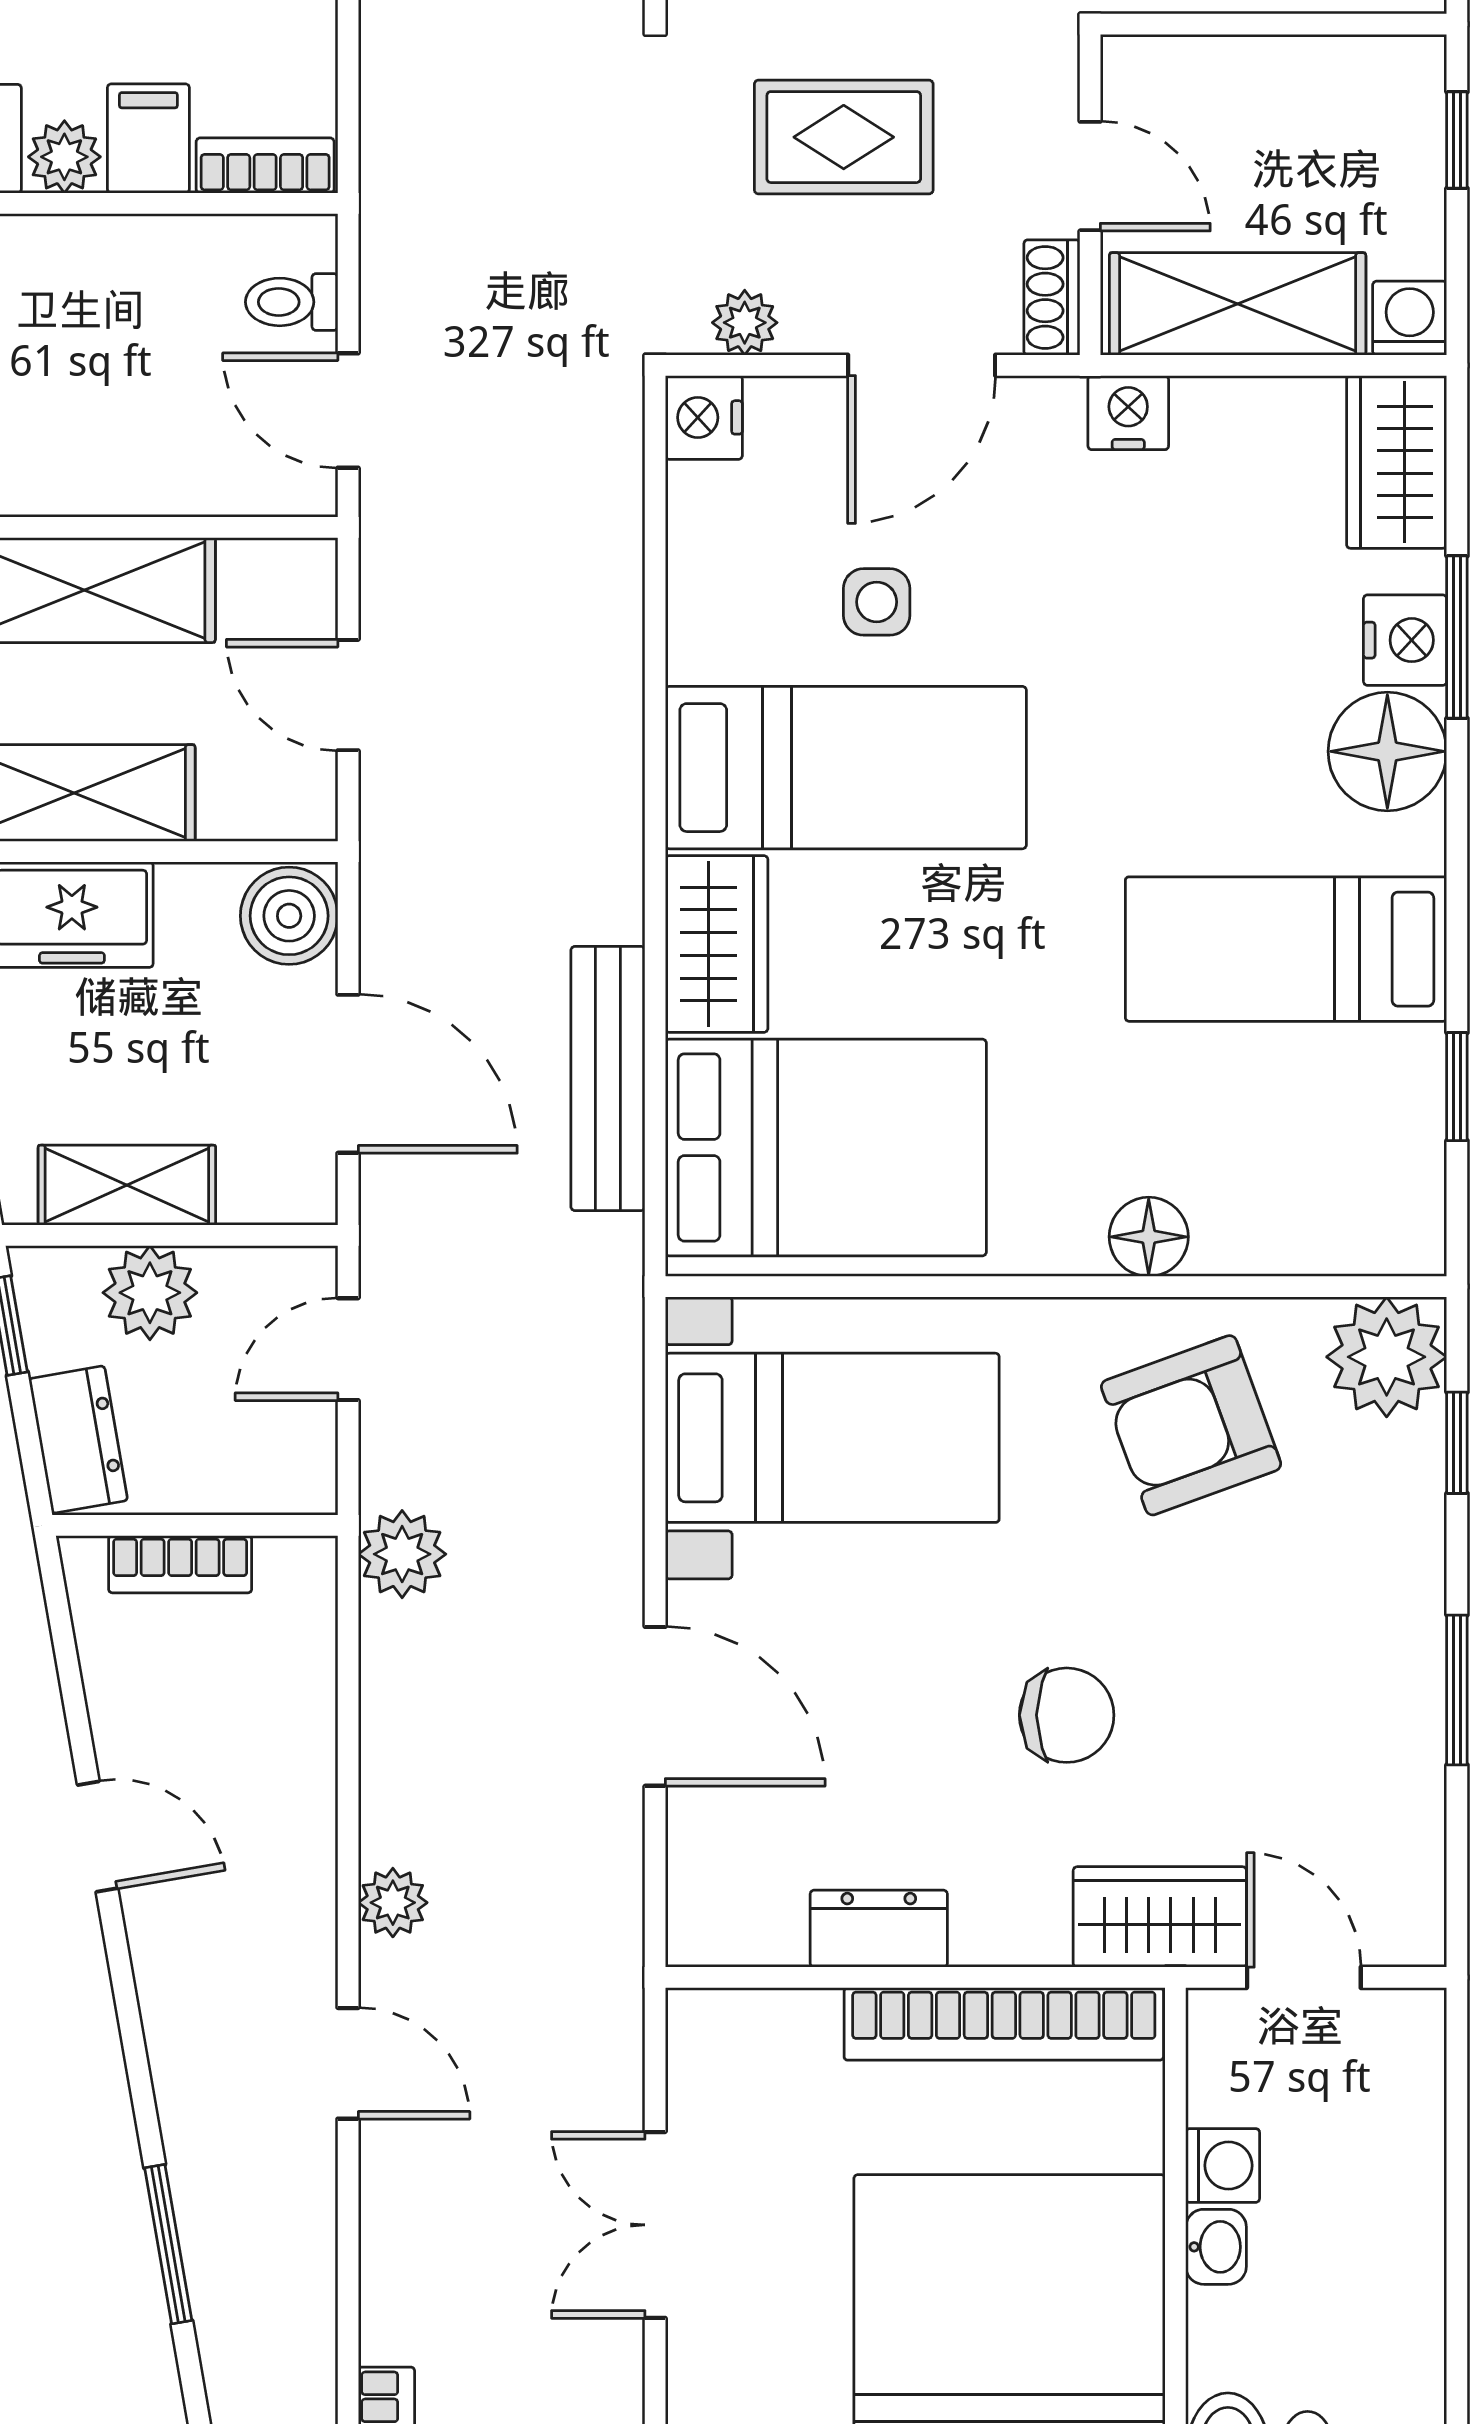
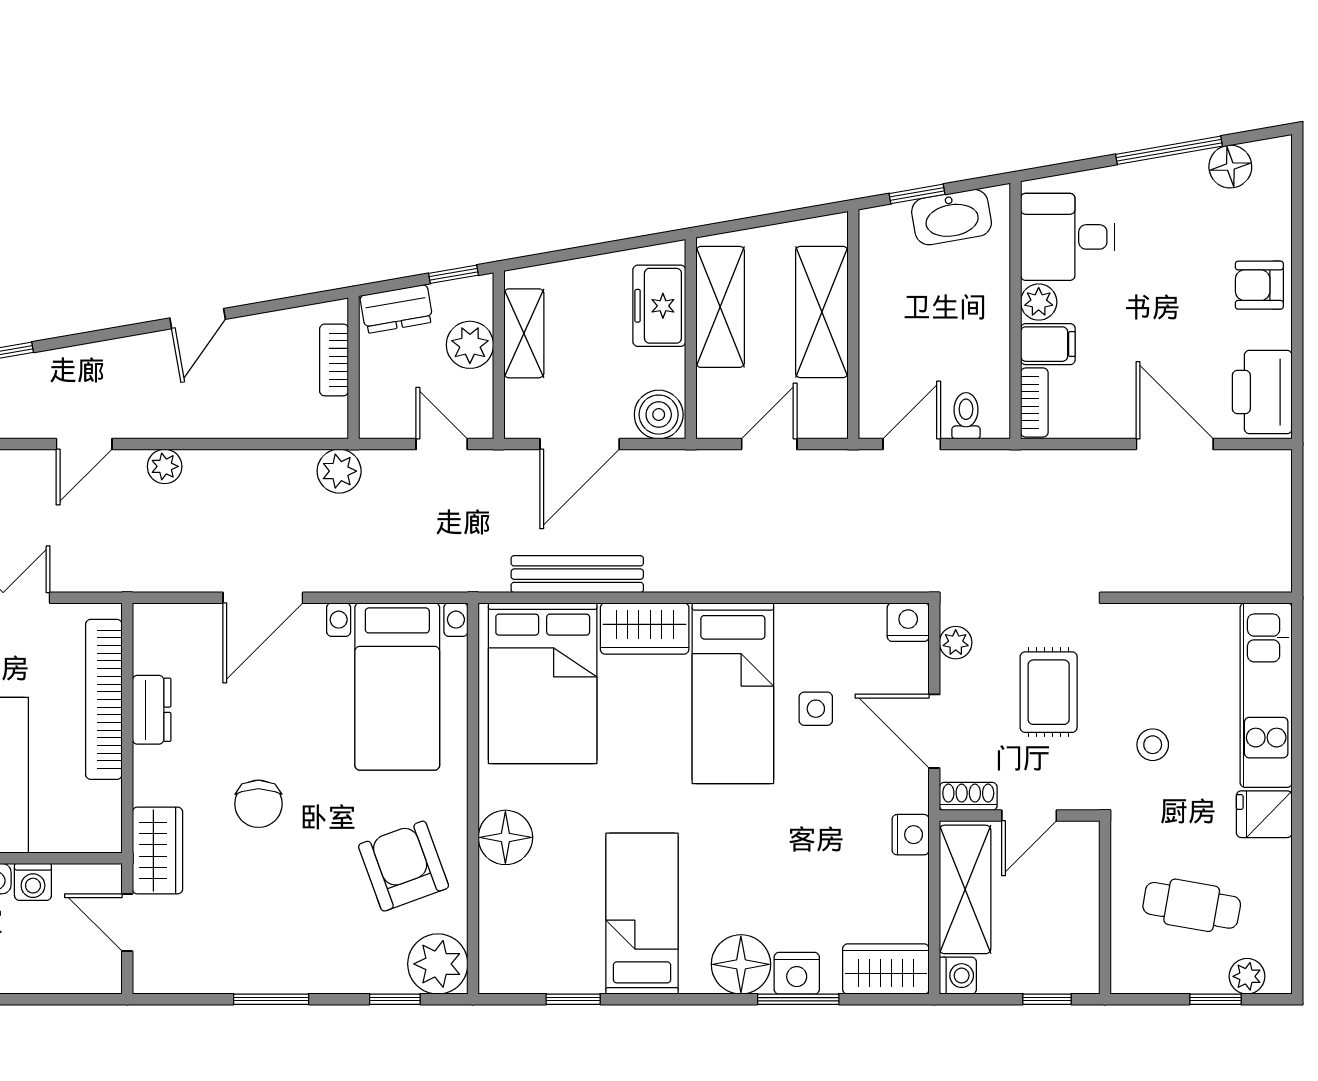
floor lamp: (1149, 1237) -> (505, 837), width x1.38, depth x1.38
door: (1304, 1977) -> (127, 923), swing flipped
bookcase: (1004, 2024) -> (104, 699), moved

